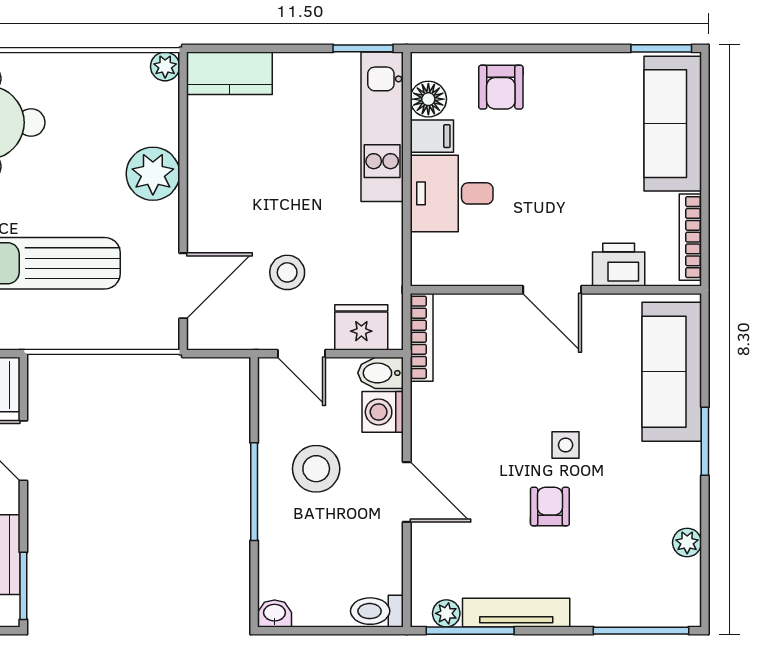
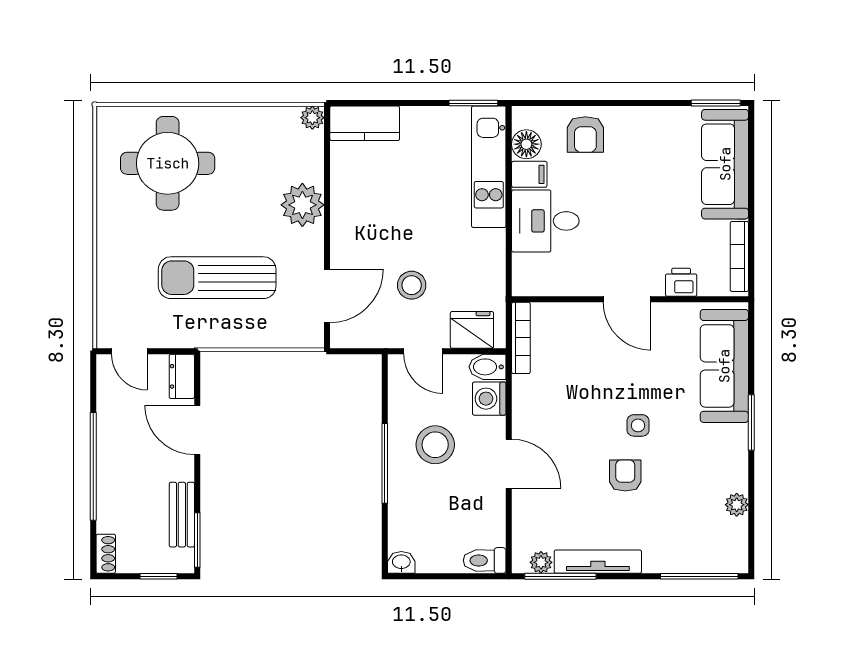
printer: (619, 265) -> (681, 282), width x0.73, depth x0.81

